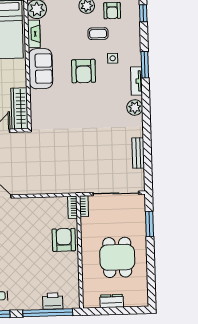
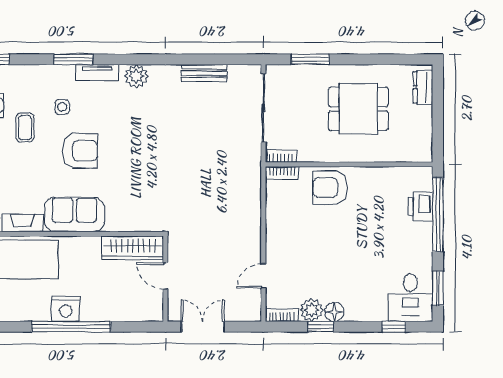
dresser: (112, 301) -> (423, 87), moved

